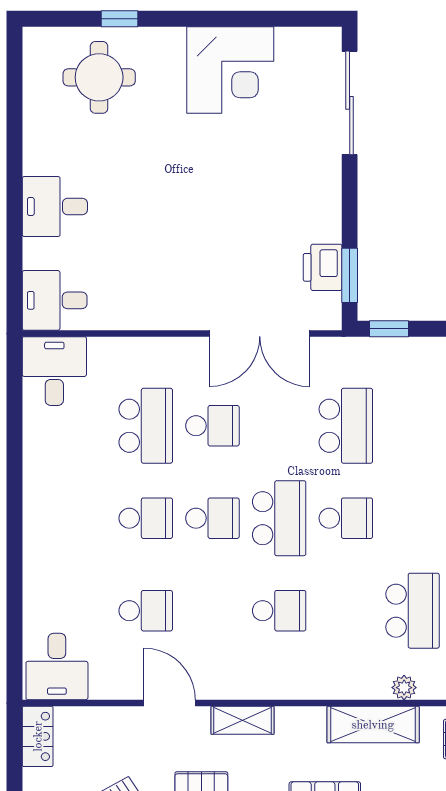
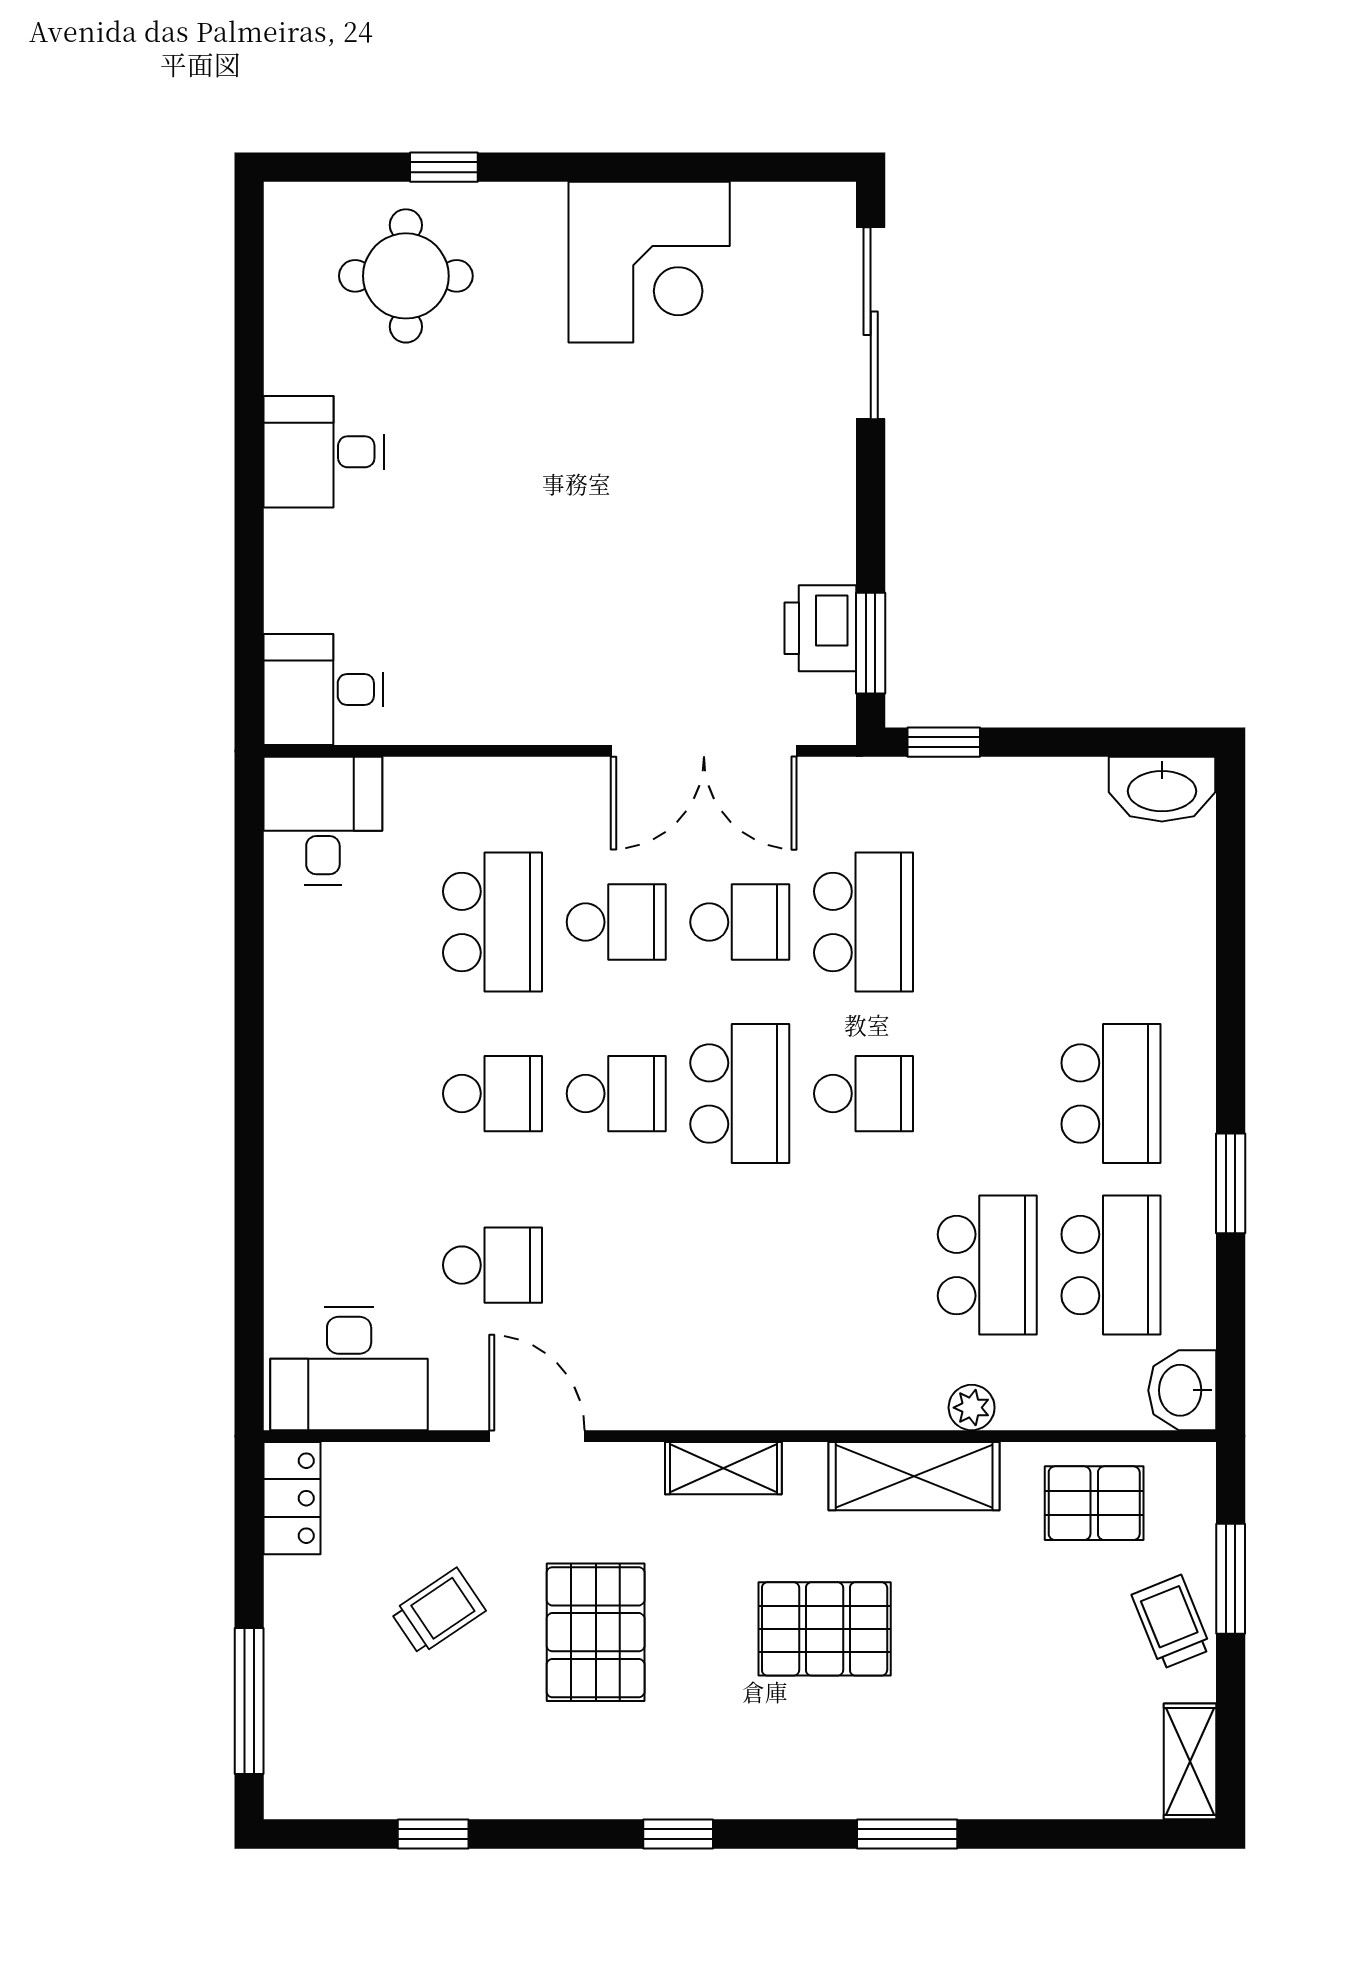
desk: (55, 207) -> (324, 452), moved
school desk: (279, 611) -> (740, 922), moved
desk: (57, 667) -> (349, 1369), width x1.37
shelving: (243, 720) -> (723, 1468), moved

